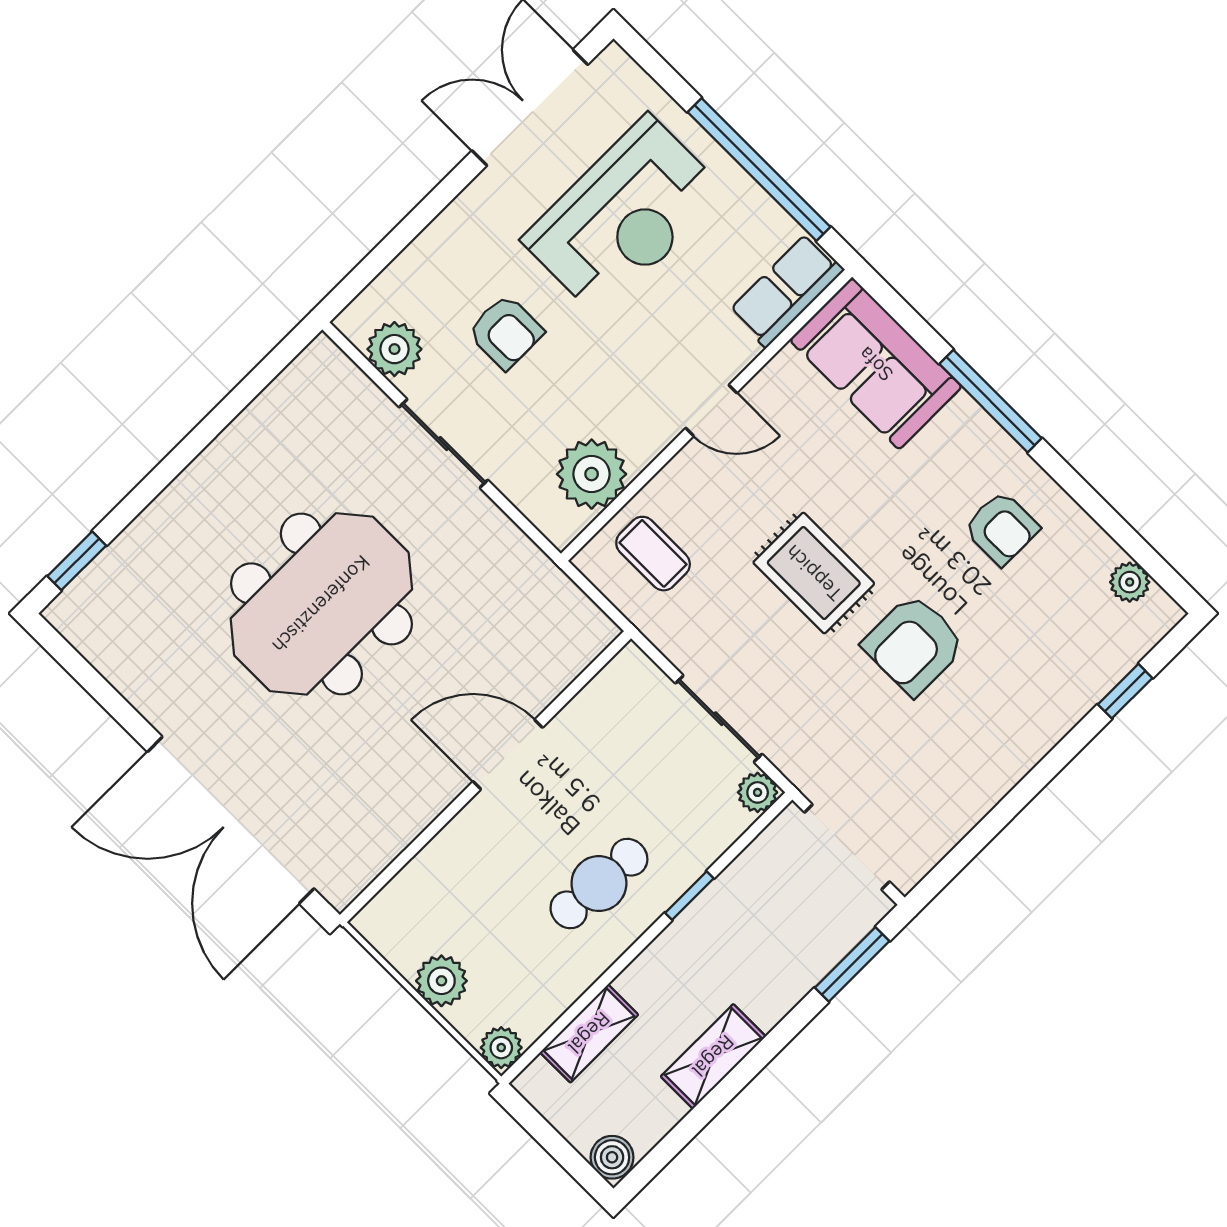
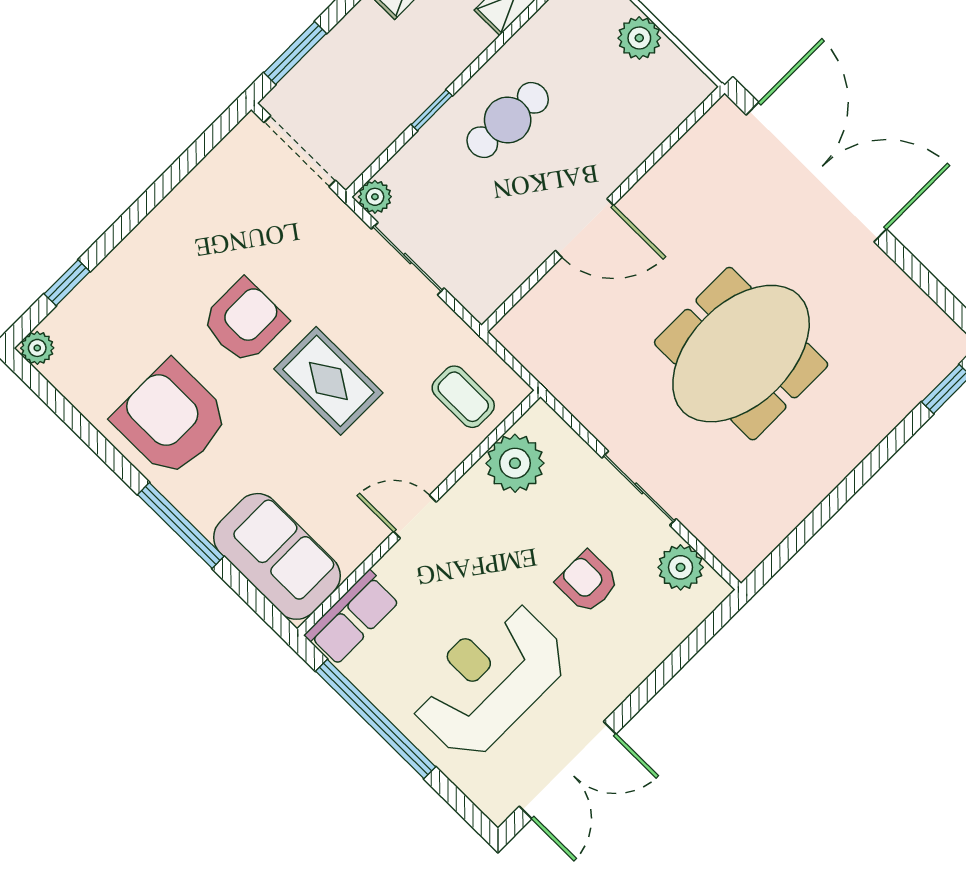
armchair: (1001, 528) -> (171, 419), width x1.88, depth x1.88
plant: (1130, 582) -> (37, 348), moved

